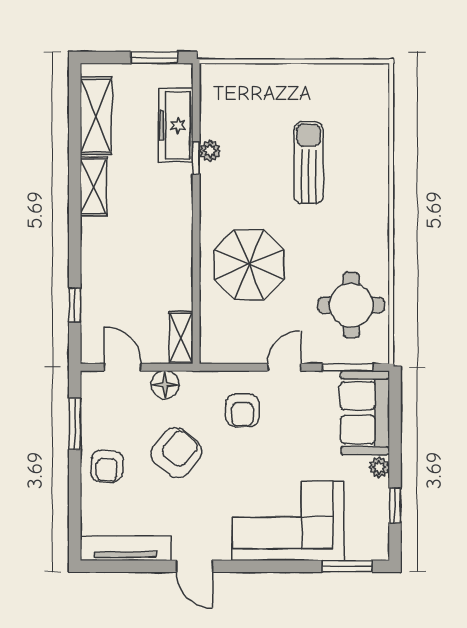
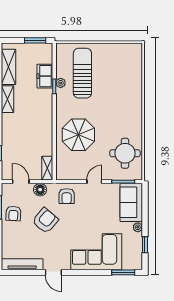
freezer: (176, 125) -> (45, 76), width x0.71
sun lounger: (309, 163) -> (82, 73), moved, width x1.36, depth x1.34
armchair: (242, 410) -> (67, 196), moved
armchair: (107, 466) -> (13, 213), moved

